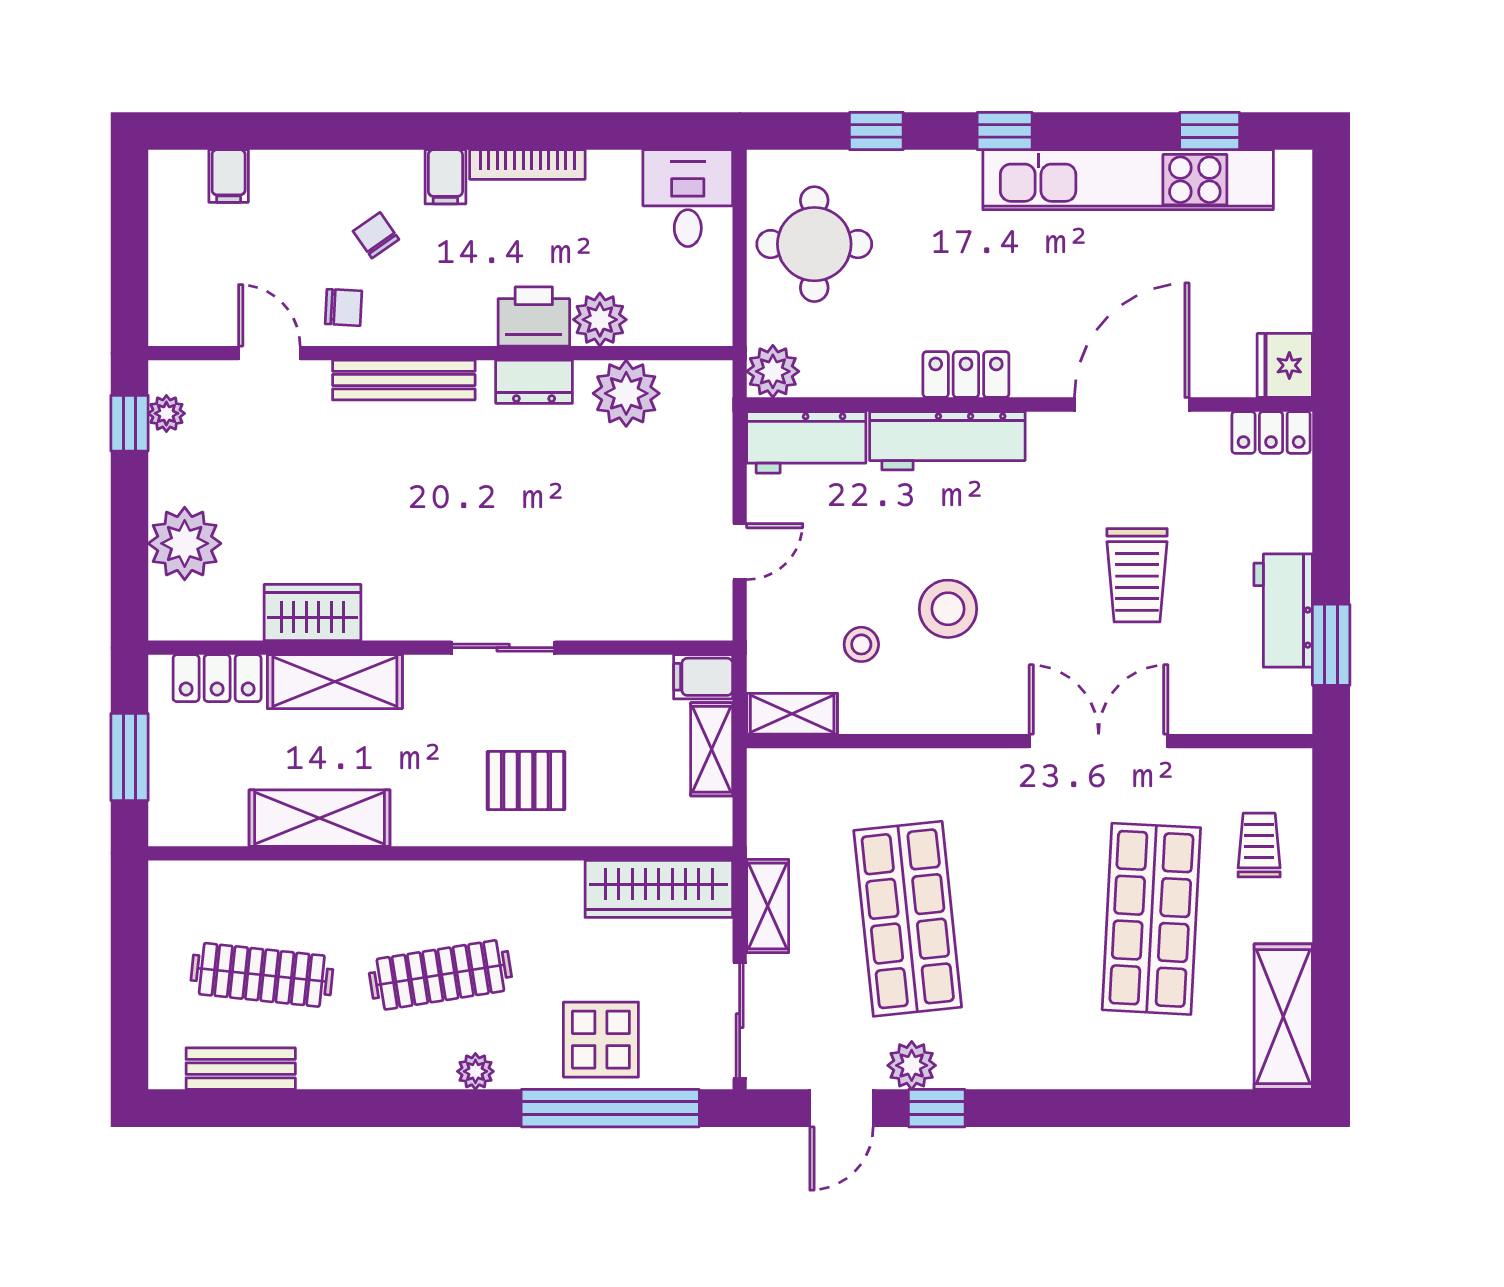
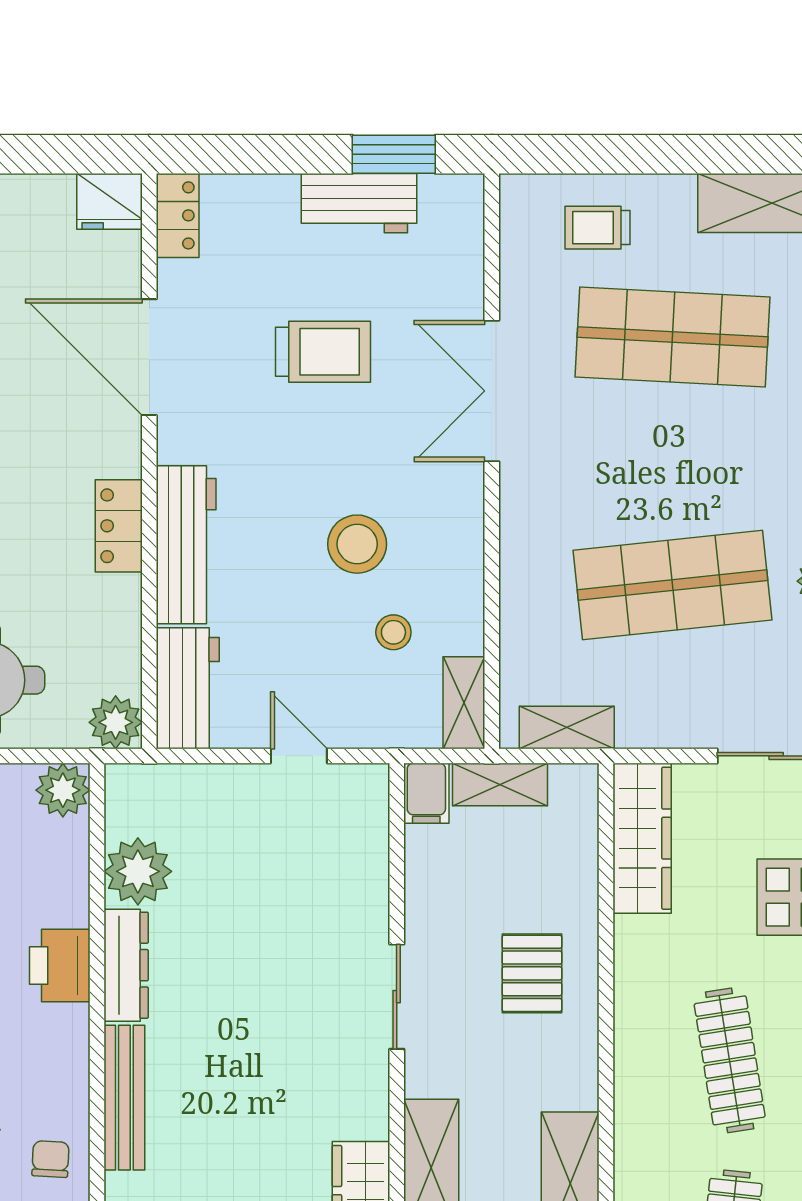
plant: (600, 320) -> (63, 790), moved
dresser: (534, 382) -> (126, 965), width x1.44
shelving: (768, 906) -> (567, 728), moved

